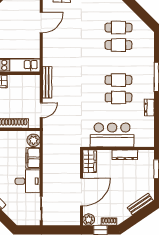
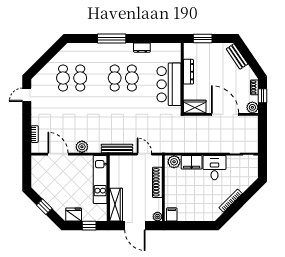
plant: (49, 47) -> (82, 147), added

